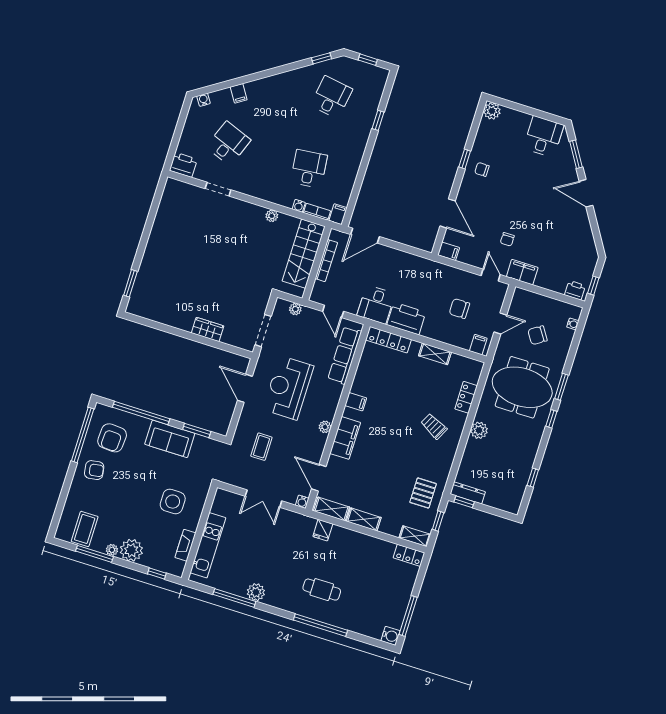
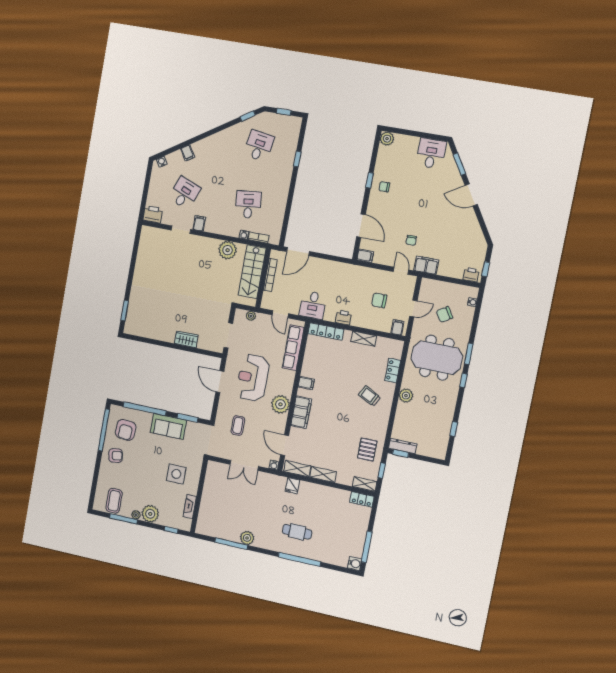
filing cabinet: (338, 214) -> (199, 223), moved
plant: (272, 216) -> (228, 250), width x1.88, depth x1.88
printer: (406, 319) -> (344, 317), width x0.53, depth x0.68
plant: (325, 427) -> (280, 404), width x1.88, depth x1.88
kitchen unit: (208, 545) -> (207, 505), removed

